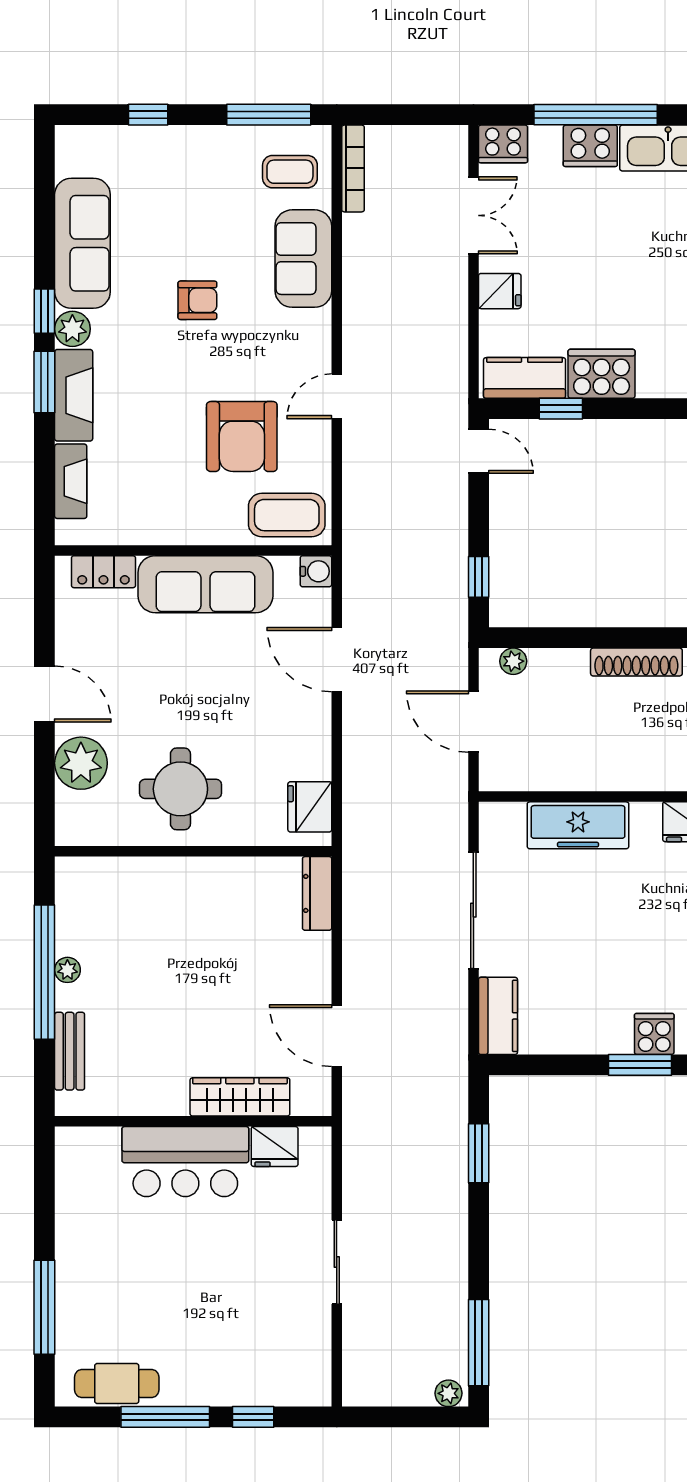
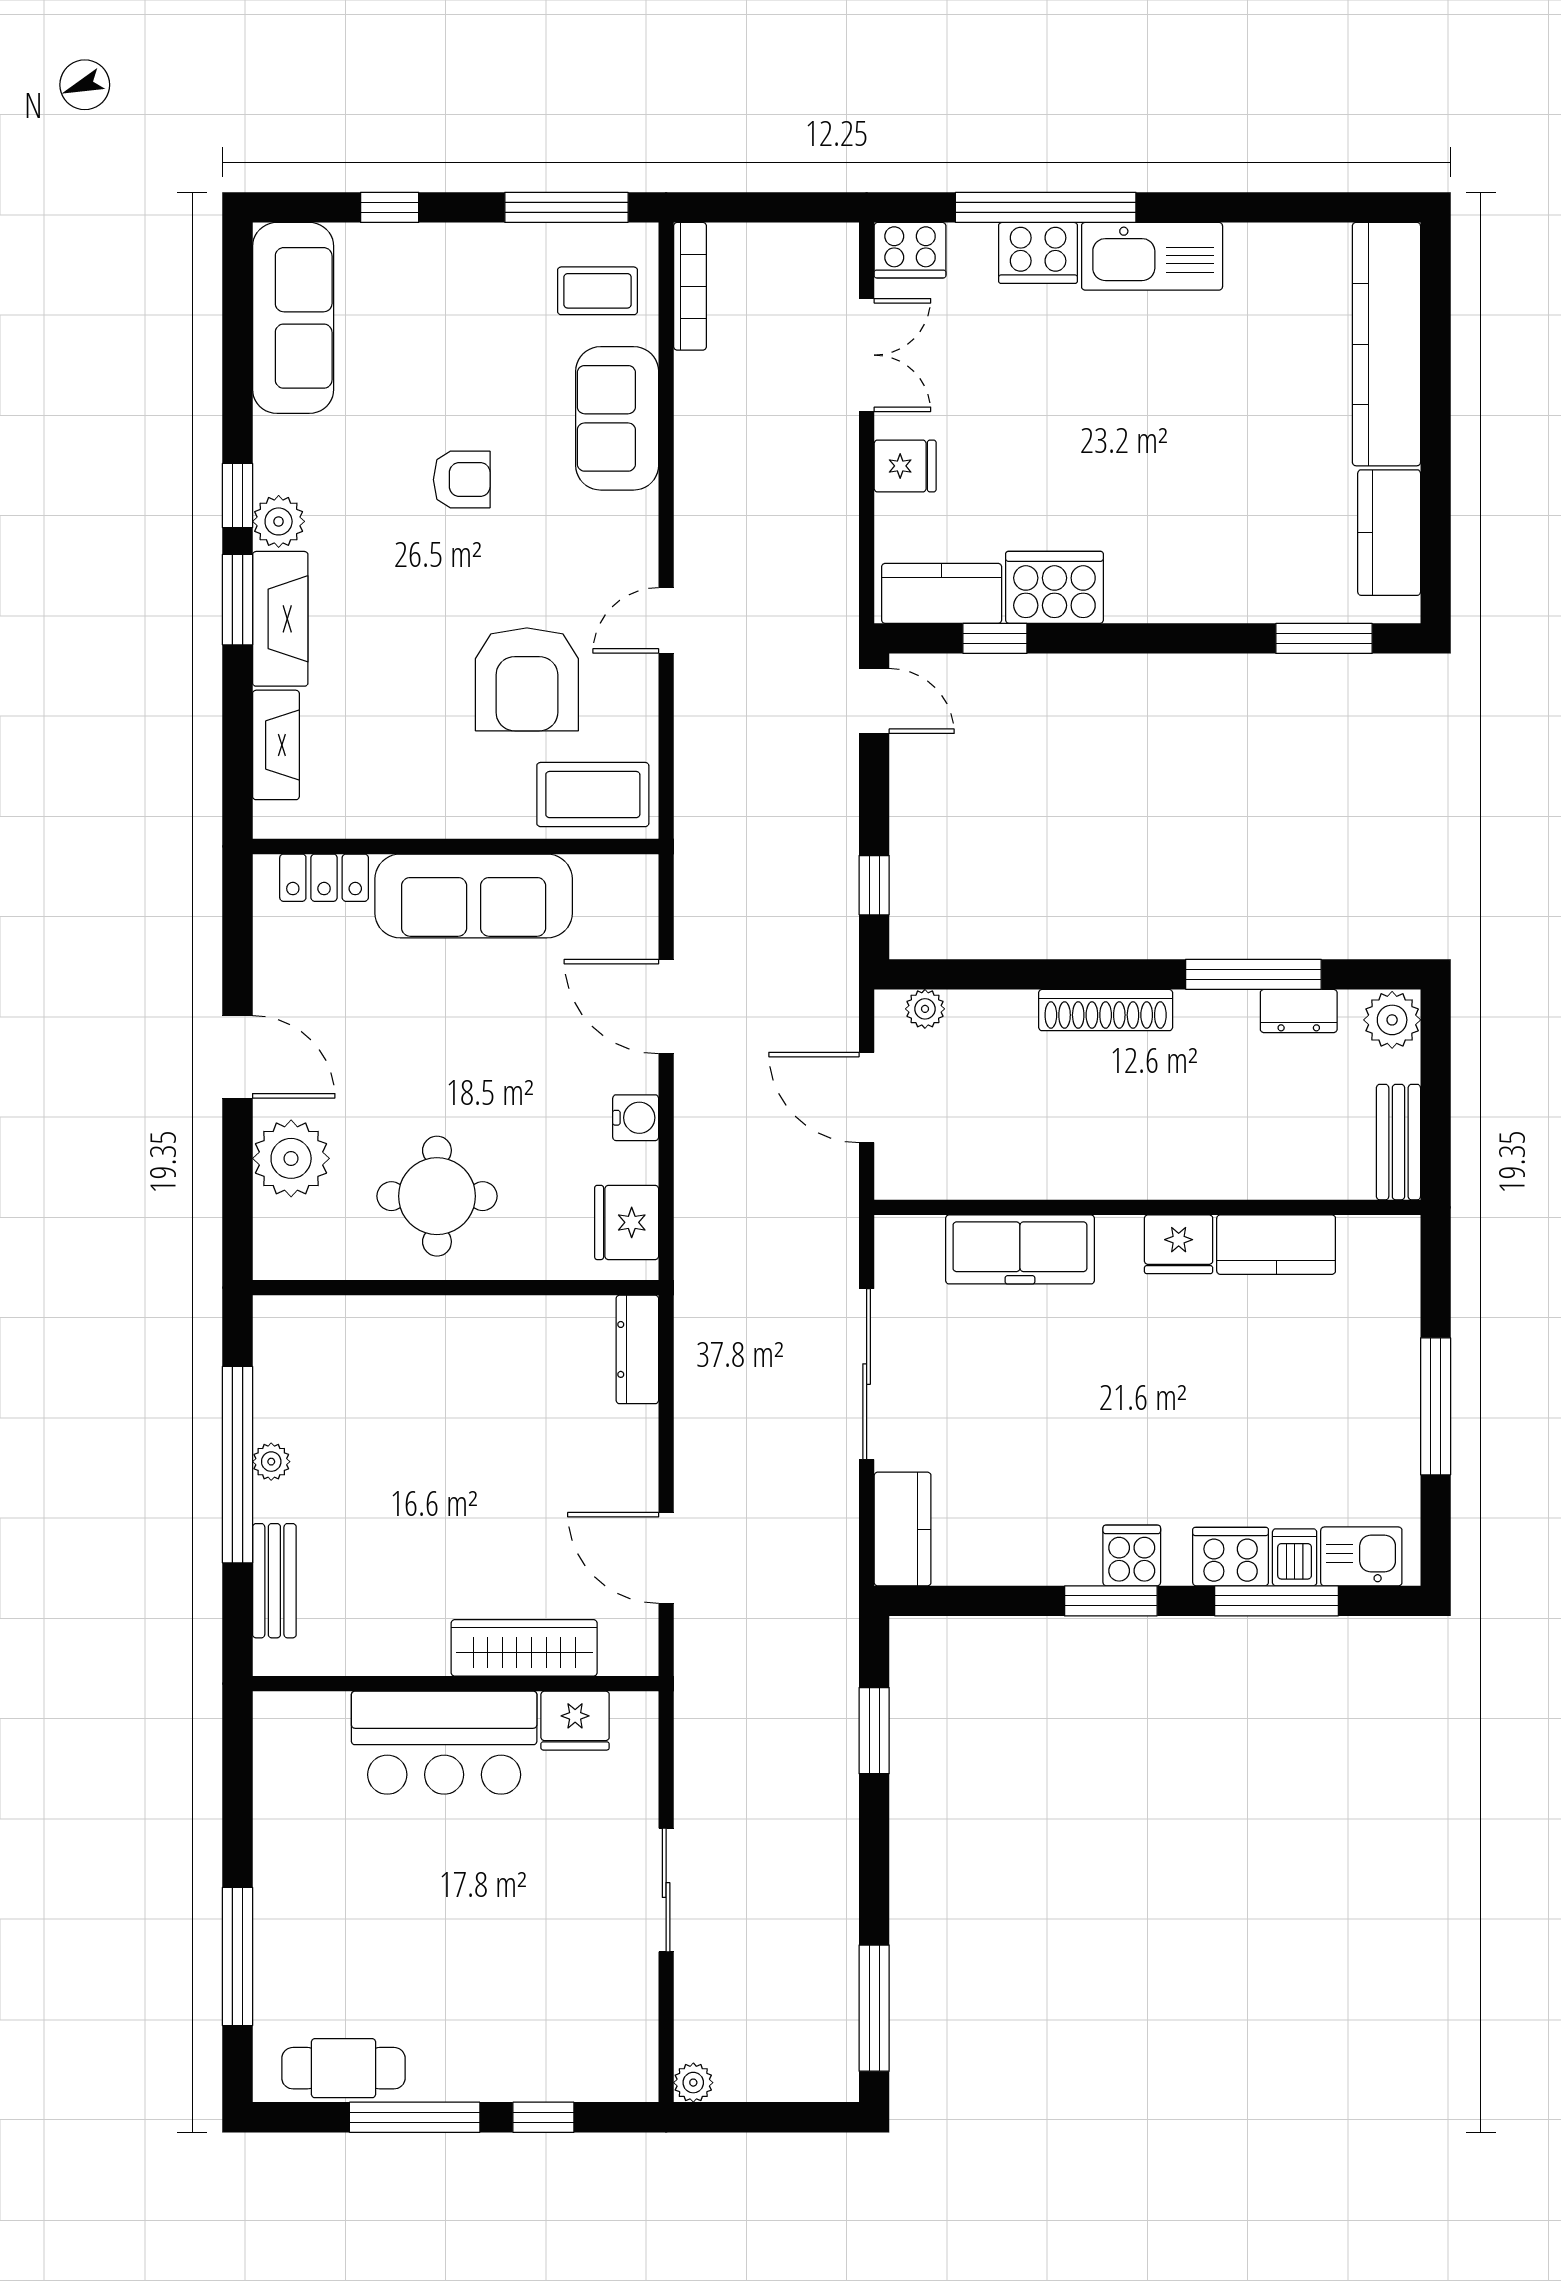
sofa: (82, 243) -> (293, 318), moved
water cooler: (316, 571) -> (636, 1118), moved
plant: (448, 1393) -> (693, 2083), moved

